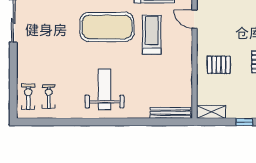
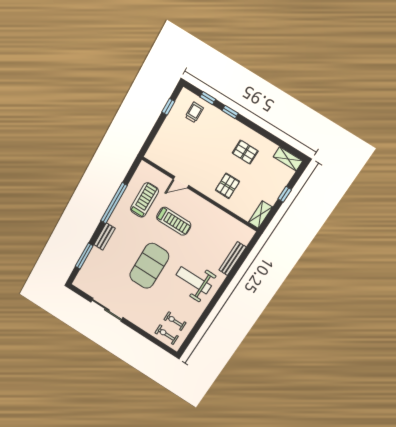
exercise mat: (107, 27) -> (149, 266), moved
treadmill: (152, 35) -> (174, 221), turned 180
bench: (170, 113) -> (232, 259), moved

